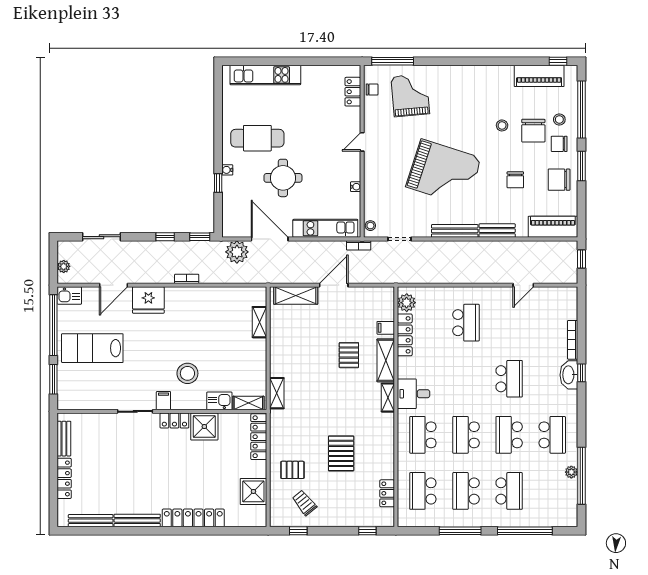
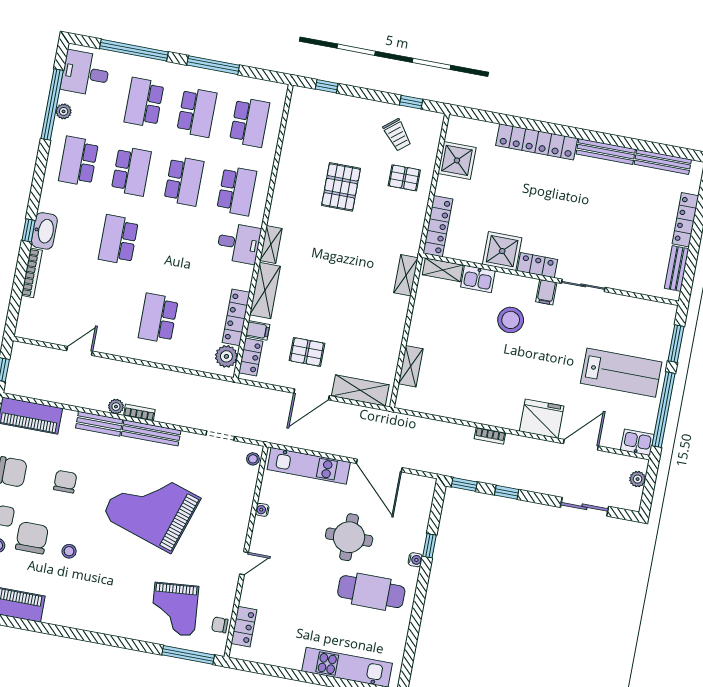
bookcase: (359, 245) -> (139, 413), moved
plant: (237, 252) -> (116, 407), moved, width x0.53, depth x0.53
pallet: (349, 355) -> (307, 352), moved, turned 90
locker: (387, 493) -> (251, 357), moved
desk: (560, 505) -> (85, 73), added

